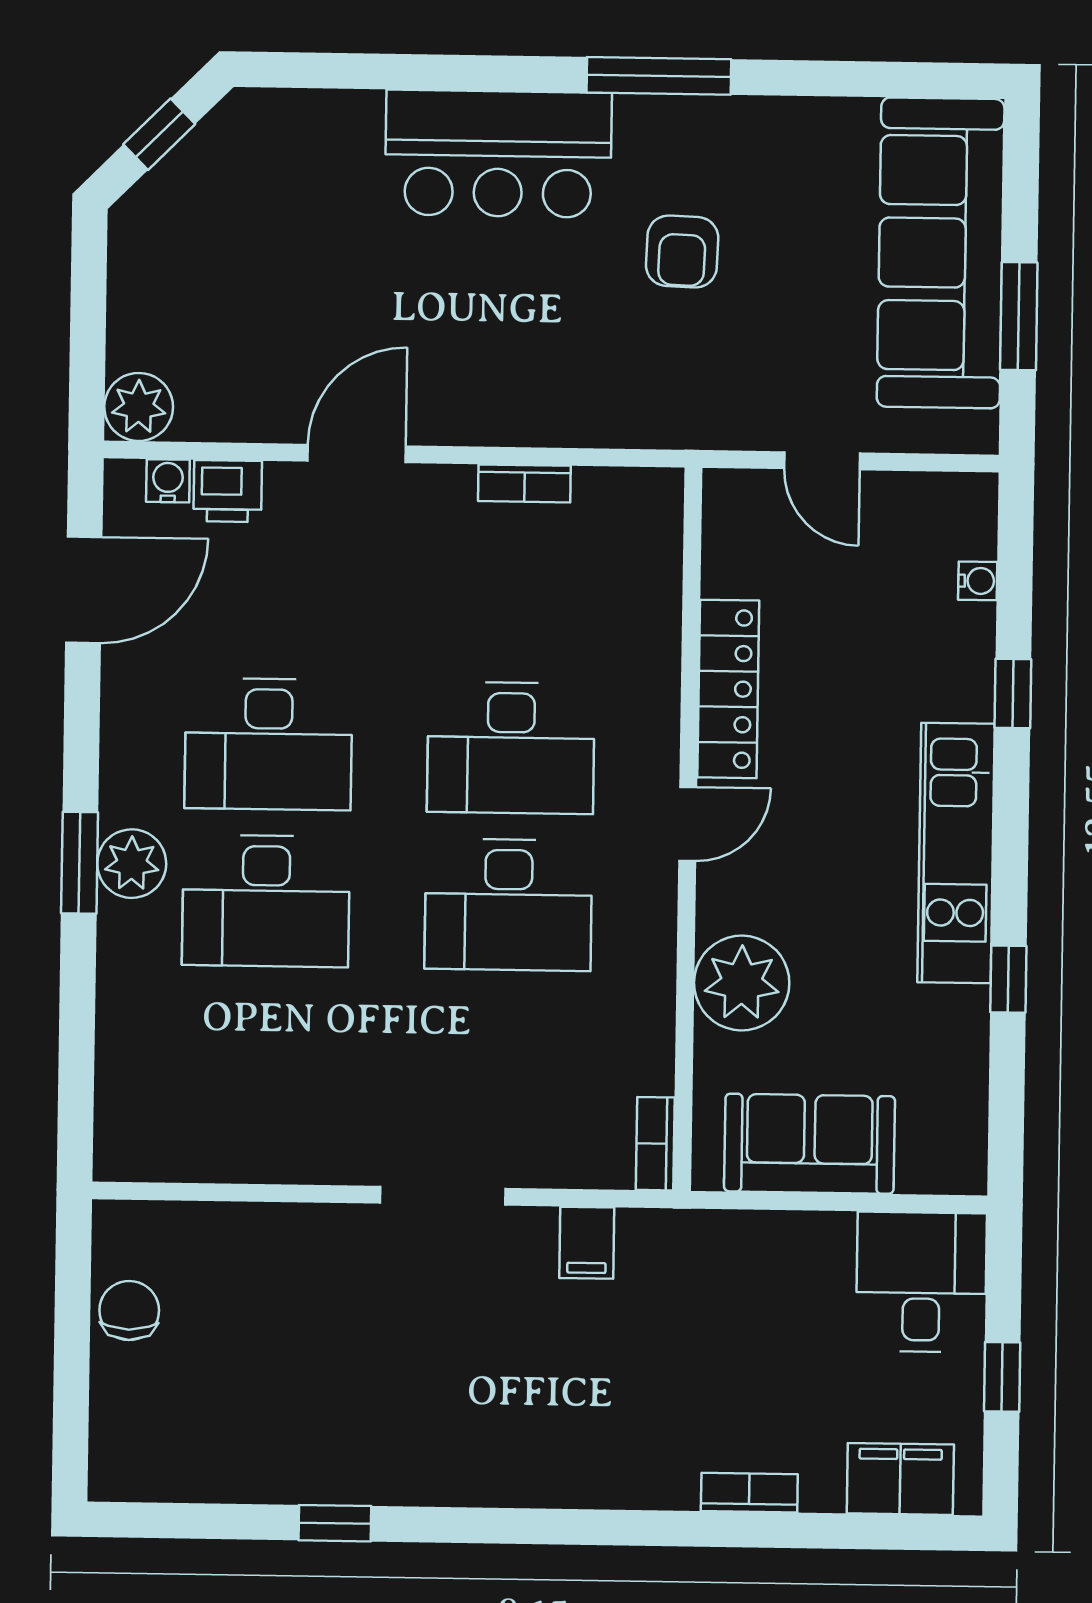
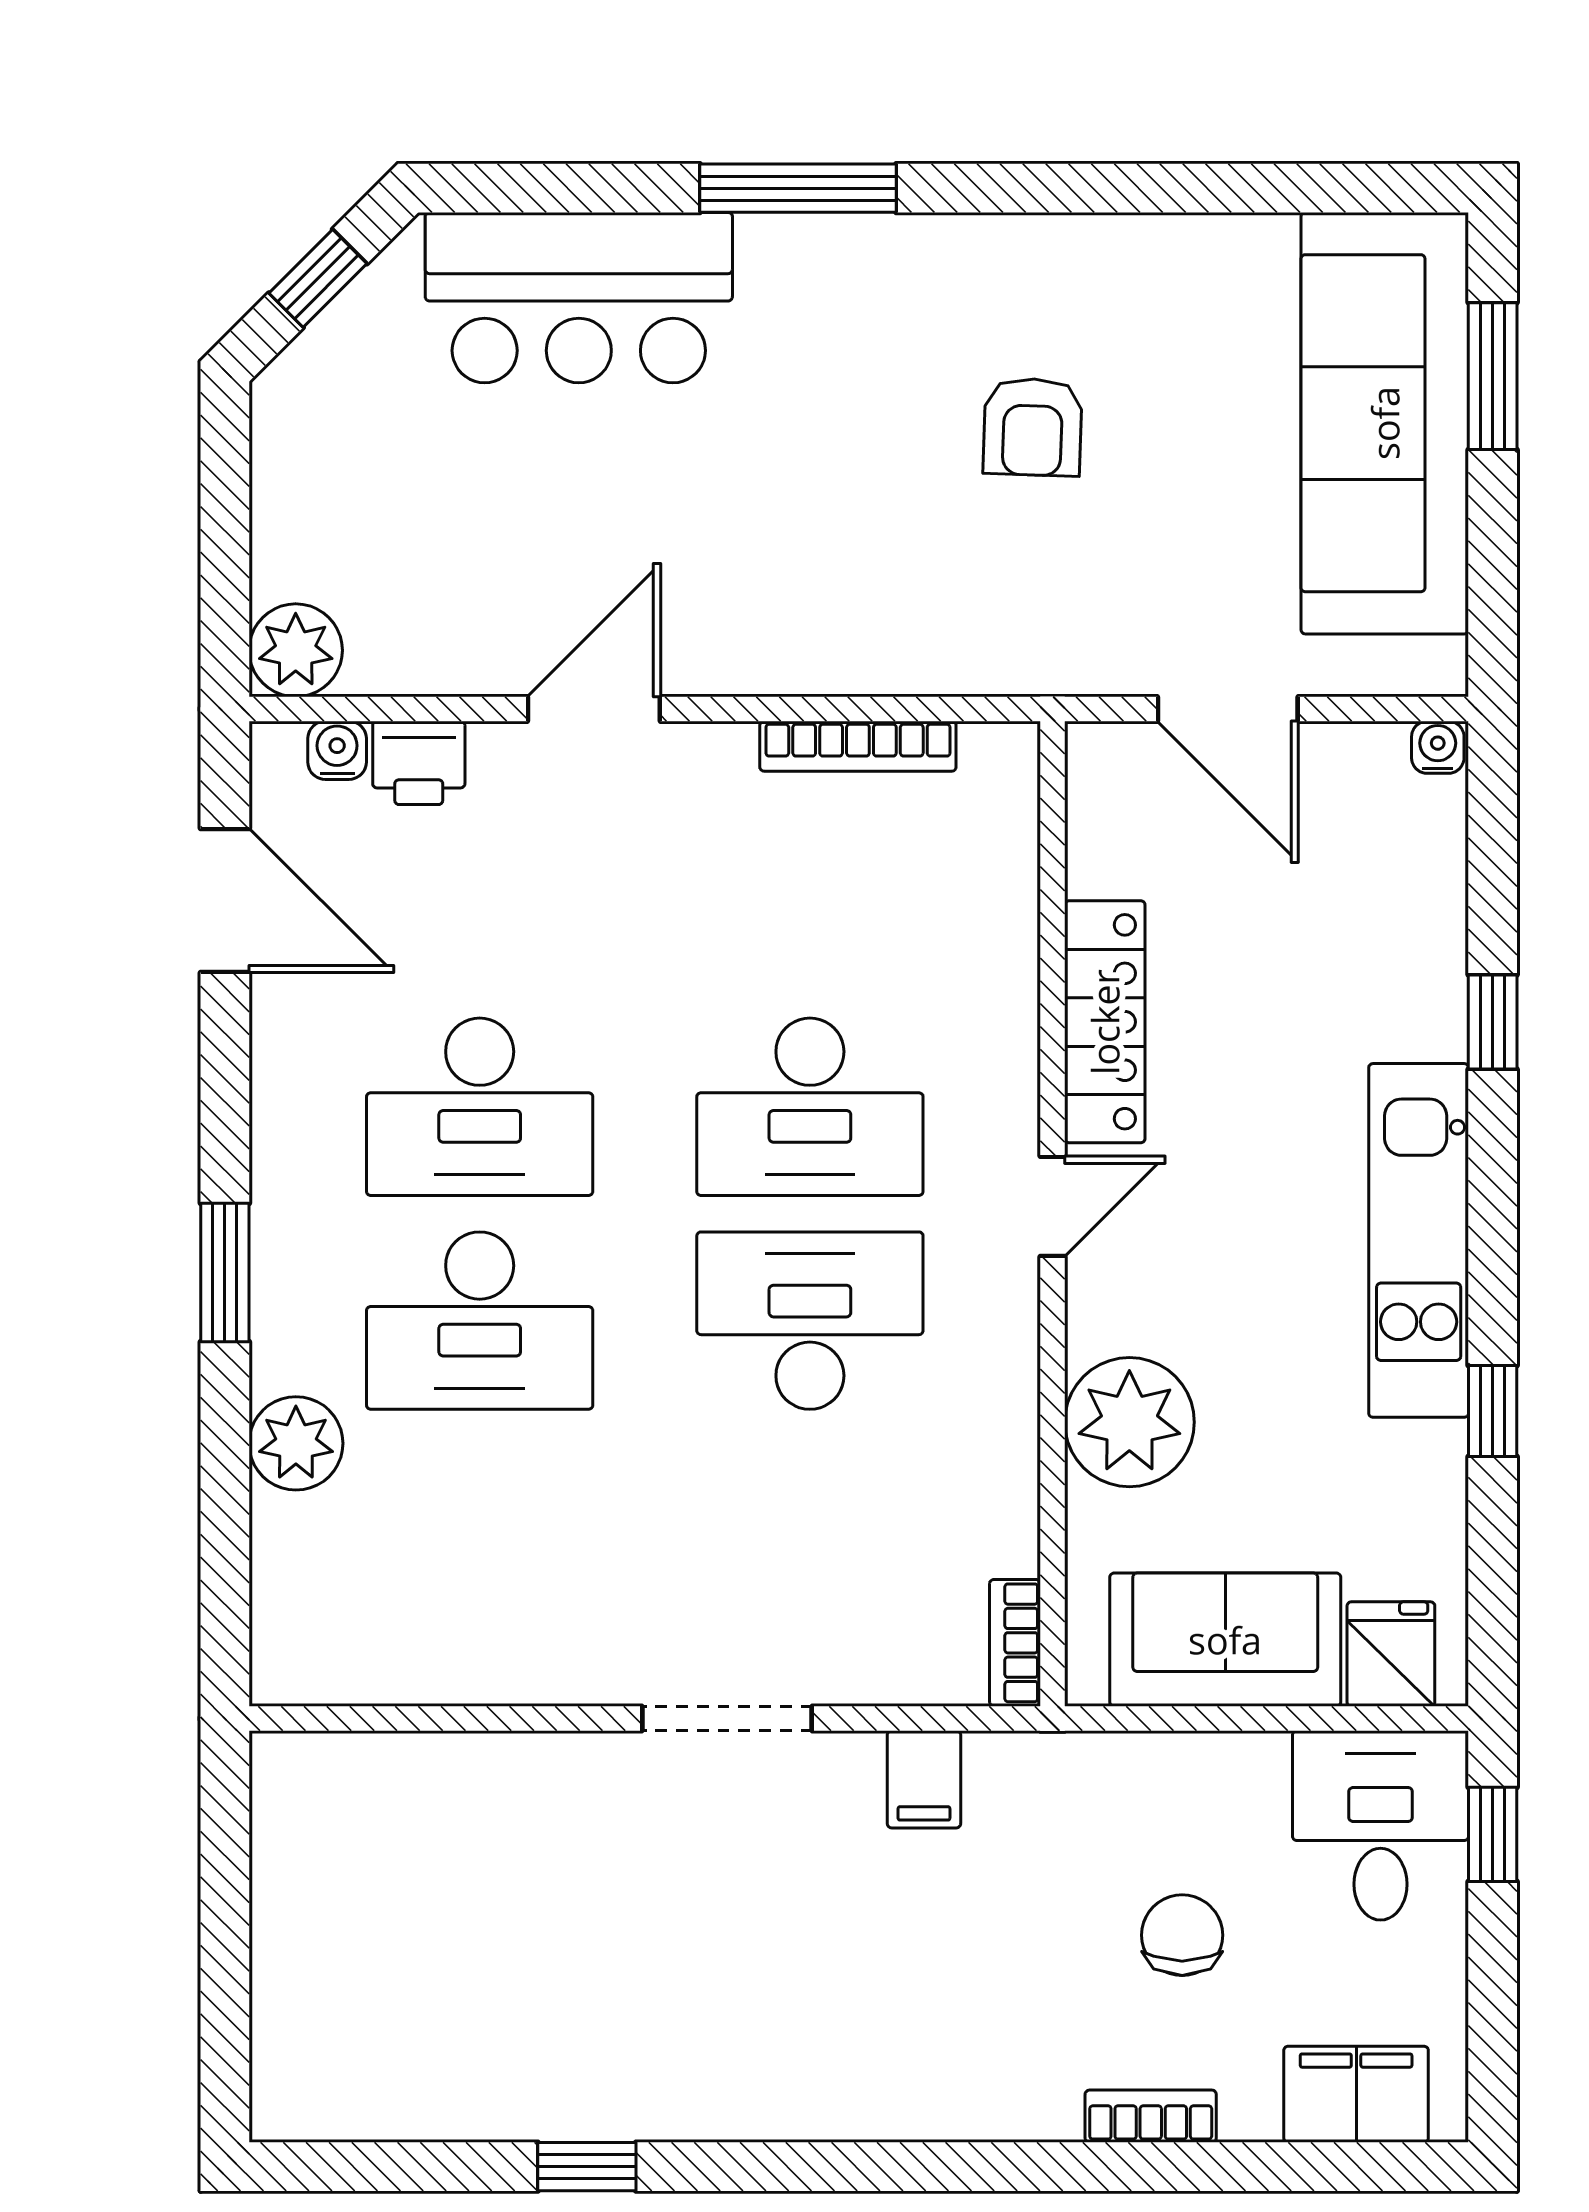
window: (659, 76) -> (798, 188), moved
bar counter: (498, 154) -> (579, 298), moved
window: (1019, 316) -> (1493, 376), moved
door: (822, 461) -> (1228, 709), width x1.38
bookcase: (524, 483) -> (858, 746), width x1.56
water cooler: (978, 581) -> (1438, 747), moved, turned -90
door: (84, 590) -> (225, 900), hinge flipped
plant: (132, 864) -> (296, 1443), moved
desk: (508, 905) -> (810, 1321), turned 180
fridge: (931, 1156) -> (1391, 1654), added
chair: (129, 1311) -> (1182, 1935), moved
window: (1002, 1377) -> (1493, 1834), moved

